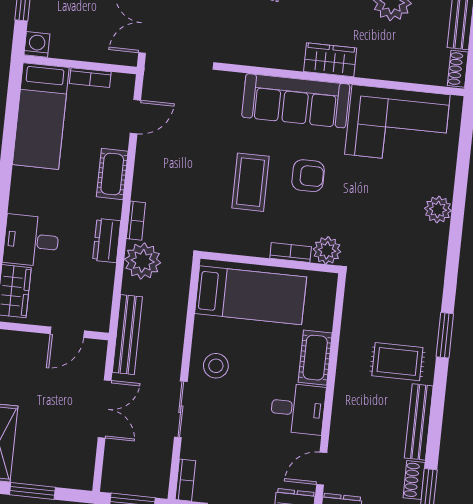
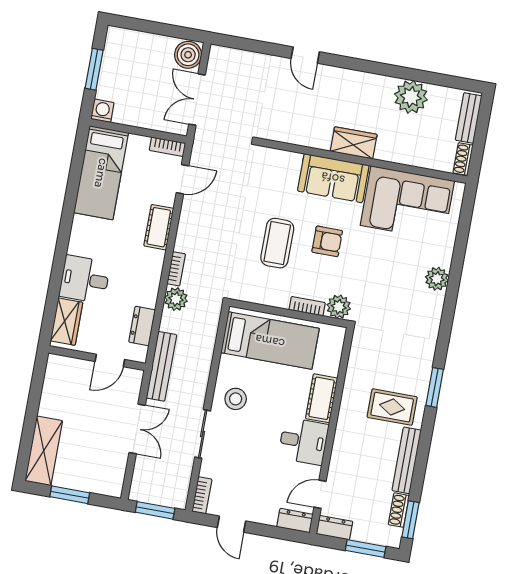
bookcase: (90, 78) -> (167, 147), moved
sofa: (296, 101) -> (333, 178), width x0.73
dresser: (107, 241) -> (142, 326), moved
plant: (143, 261) -> (176, 299), width x0.73, depth x0.73

